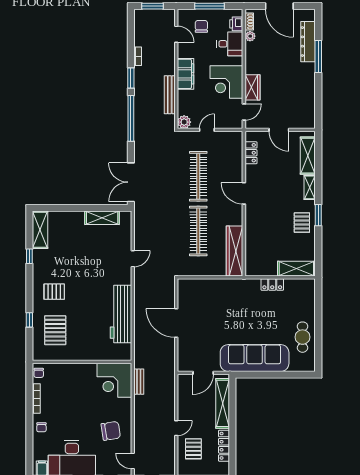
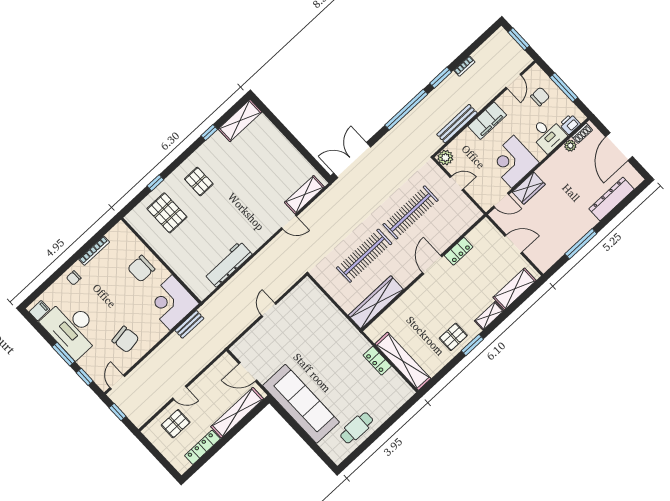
window: (318, 57) -> (581, 244), moved
door: (279, 130) -> (514, 244), swing flipped
locker: (251, 153) -> (459, 251), moved
shelving: (102, 218) -> (304, 195), moved, turned 90
shelving: (296, 269) -> (403, 361), width x1.47
workbench: (121, 314) -> (228, 264), width x0.73, depth x0.76
door: (176, 323) -> (269, 310), width x0.53
pallet: (55, 330) -> (167, 213), turned 90
chair: (39, 373) -> (141, 269), moved, width x1.87, depth x1.87

